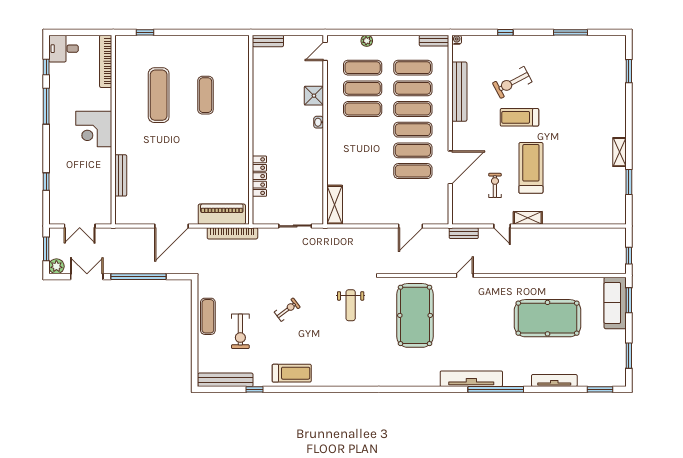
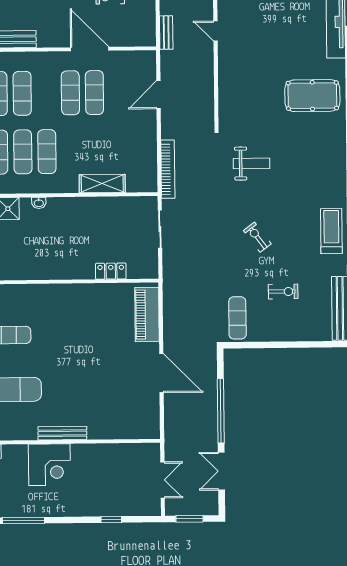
exercise mat: (413, 130) -> (47, 152), moved
bench: (121, 175) -> (62, 433), moved
locker: (259, 176) -> (111, 271), width x0.66
shelving: (335, 205) -> (102, 184), moved
door: (410, 226) -> (158, 95), swing flipped
bookcase: (232, 233) -> (168, 169), moved
plant: (56, 266) -> (210, 506), removed
pool table: (415, 315) -> (312, 96), moved, width x0.73, depth x0.76
exercise mat: (208, 316) -> (237, 318), moved, turned 90
exercise bike: (240, 331) -> (283, 292), width x0.73, depth x0.72

